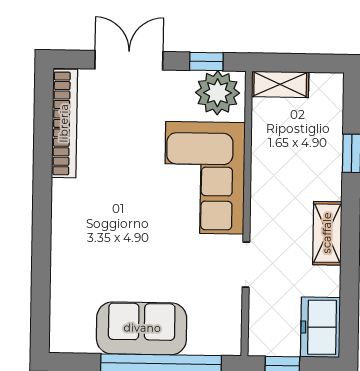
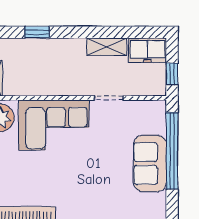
shelving: (327, 233) -> (107, 47), moved

